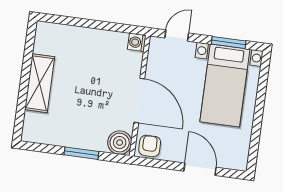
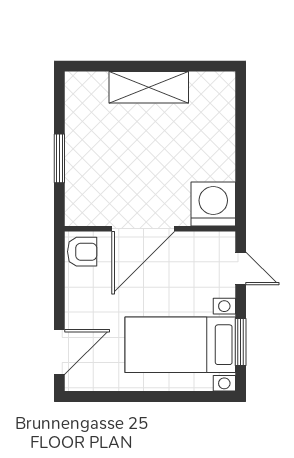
washing machine: (137, 42) -> (213, 204), width x1.89, depth x1.89
boiler: (120, 143) -> (81, 209), removed
door: (200, 169) -> (59, 352), moved

